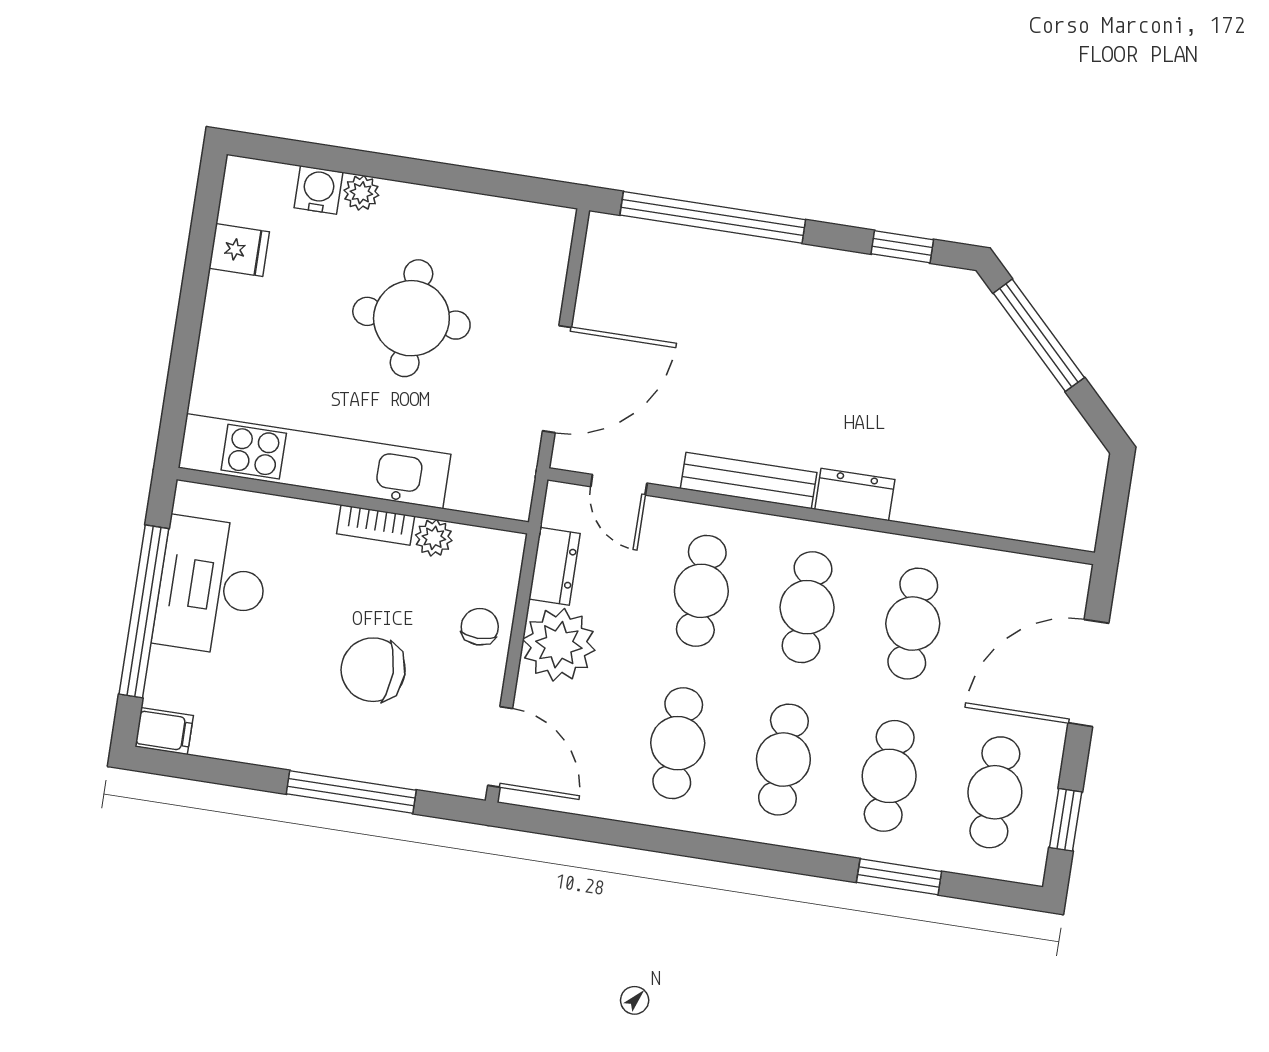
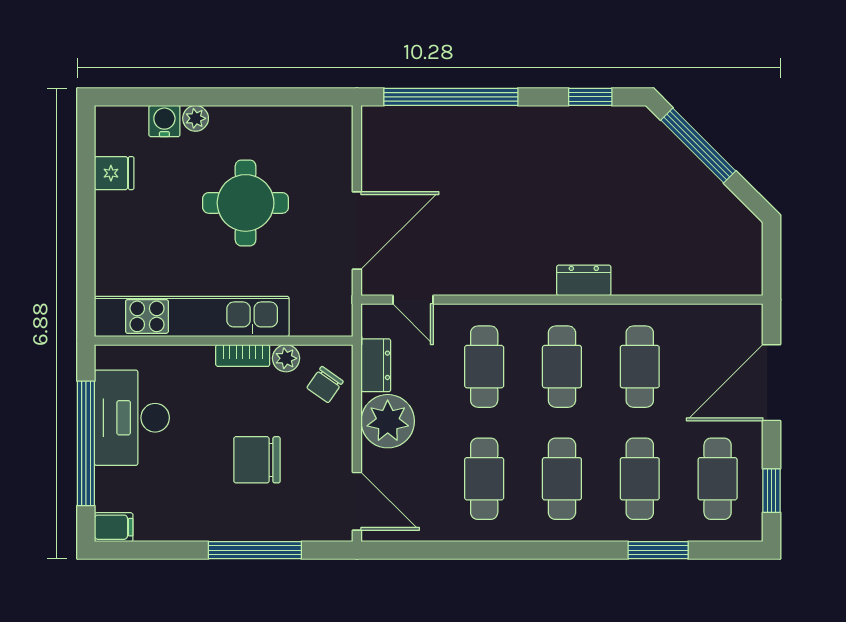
bench: (749, 480) -> (506, 282), removed
chair: (480, 627) -> (325, 385), moved, turned -145

